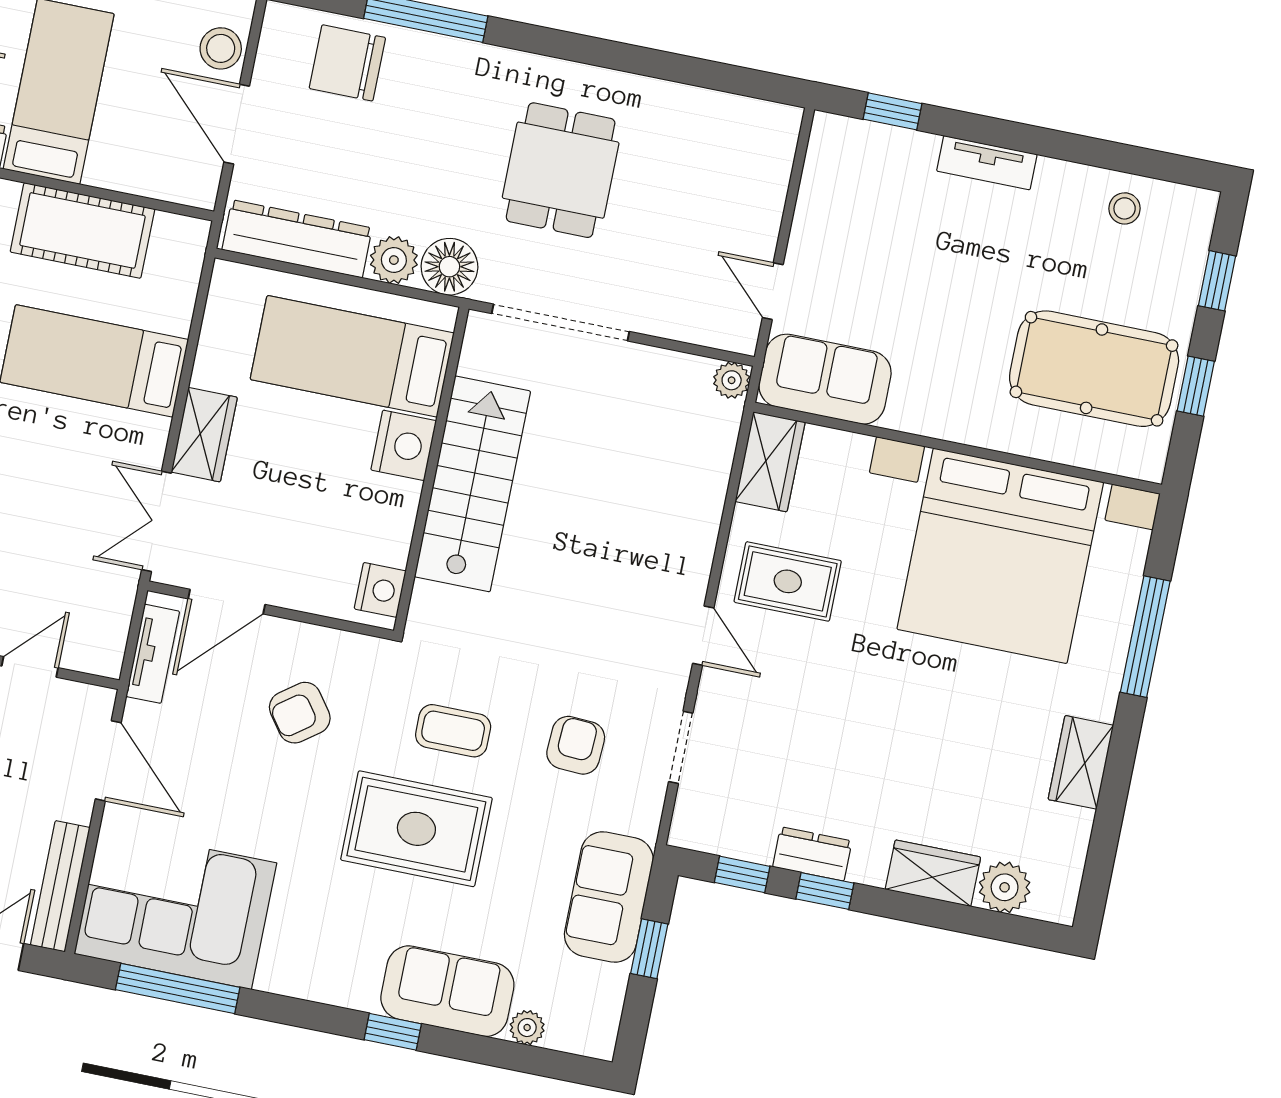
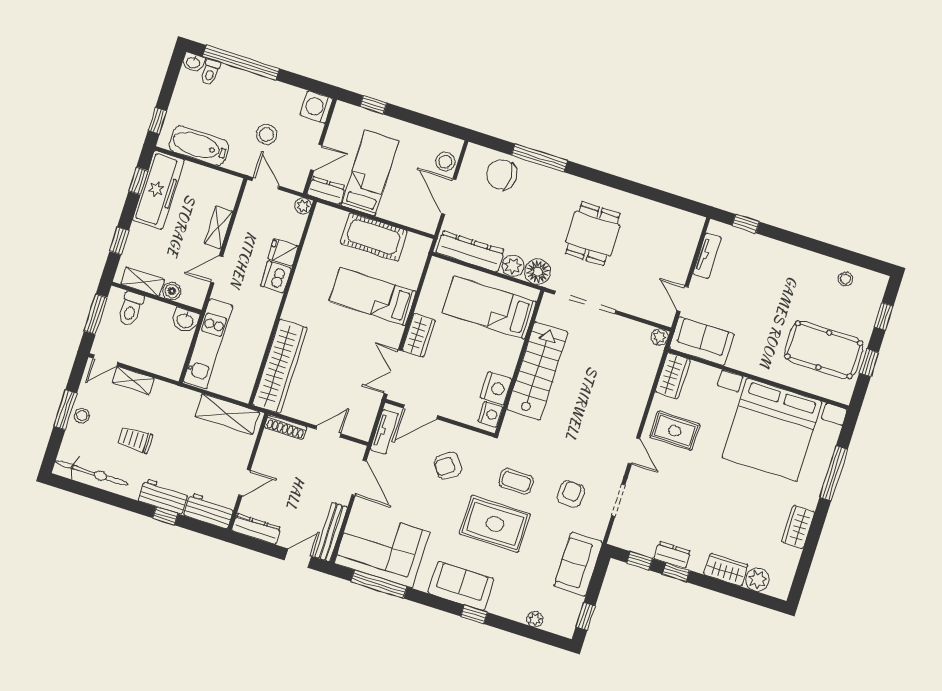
tv unit: (987, 163) -> (707, 256), moved, turned -90
nightstand: (404, 445) -> (496, 388), moved
window: (649, 949) -> (585, 616), moved
sofa: (447, 991) -> (461, 586), moved

